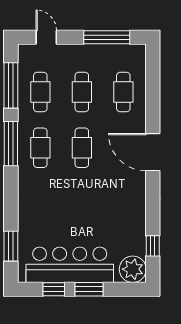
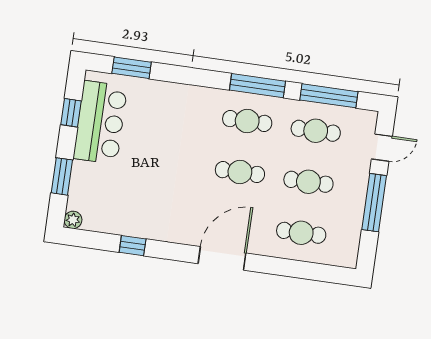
window: (107, 37) -> (374, 203), moved
window: (153, 246) -> (133, 246), moved
bar counter: (70, 265) -> (100, 122), width x0.73
plant: (133, 269) -> (73, 220), width x0.53, depth x0.53
window: (89, 289) -> (62, 176), moved

